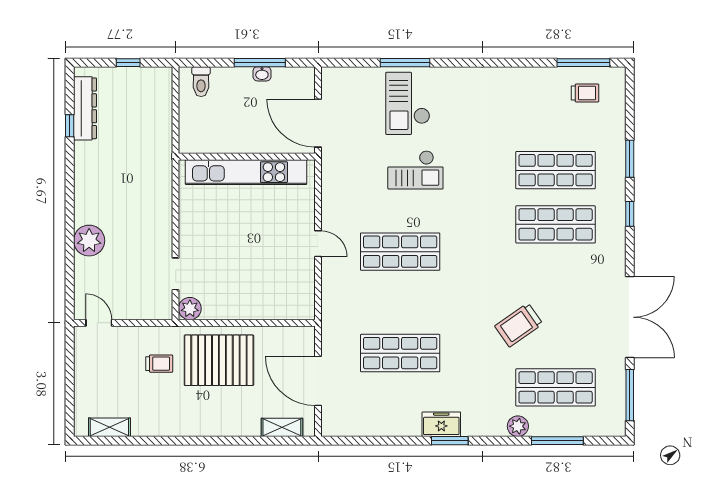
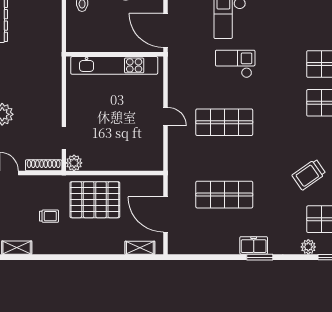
checkout: (415, 170) -> (235, 64), turned 180
shoe rack: (147, 312) -> (44, 165), added
trolley: (159, 364) -> (49, 216), moved

